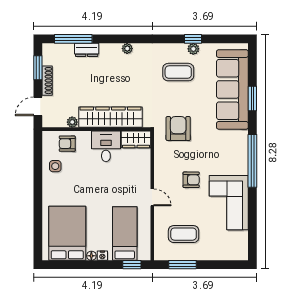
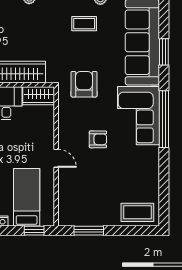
coffee table: (178, 72) -> (84, 24), width x0.73, depth x0.77
corner sofa: (229, 203) -> (138, 116), moved
coffee table: (184, 234) -> (137, 212), moved

